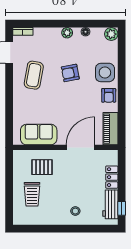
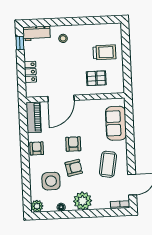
plant: (67, 33) -> (83, 201), width x1.87, depth x1.87
side table: (105, 73) -> (51, 181), moved
armchair: (70, 98) -> (73, 144), added
sofa: (39, 135) -> (116, 123), moved, turned 90
trolley: (32, 194) -> (104, 52), turned 90
workbench: (110, 204) -> (36, 33), moved, turned 90

